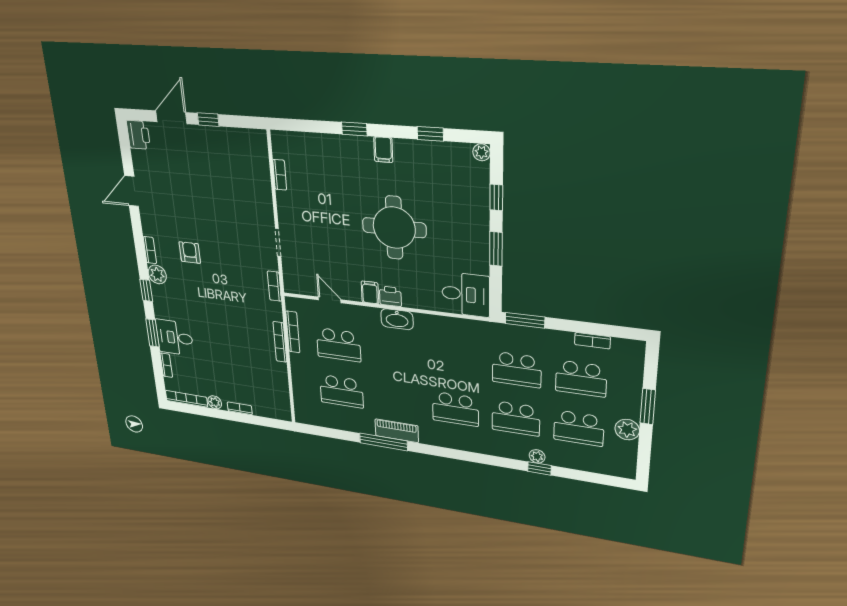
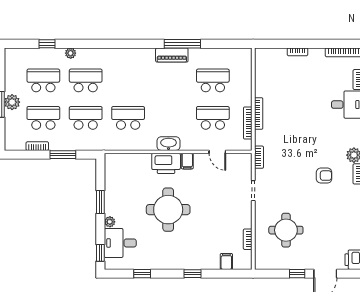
filing cabinet: (383, 150) -> (226, 261), moved
plant: (481, 152) -> (110, 222), moved
round table: (230, 183) -> (286, 230), added
window: (496, 197) -> (100, 253), moved
armchair: (190, 253) -> (324, 176), turned -90
desk: (466, 294) -> (120, 243), moved
printer: (390, 296) -> (166, 163), width x1.87, depth x1.48
window: (525, 320) -> (63, 155), moved
plant: (215, 402) -> (319, 53), removed
school desk: (455, 409) -> (128, 118), moved
plant: (627, 430) -> (12, 102), moved
window: (539, 468) -> (47, 44), moved

